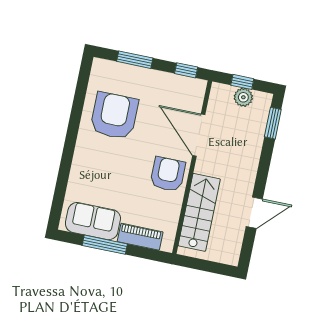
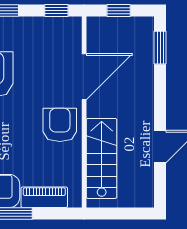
plant: (243, 97) -> (123, 27), removed
door: (199, 135) -> (84, 77), swing flipped

